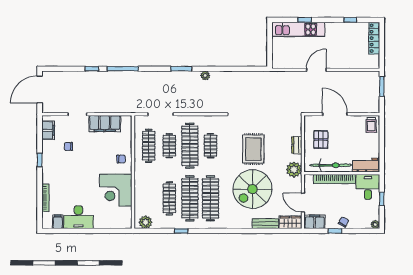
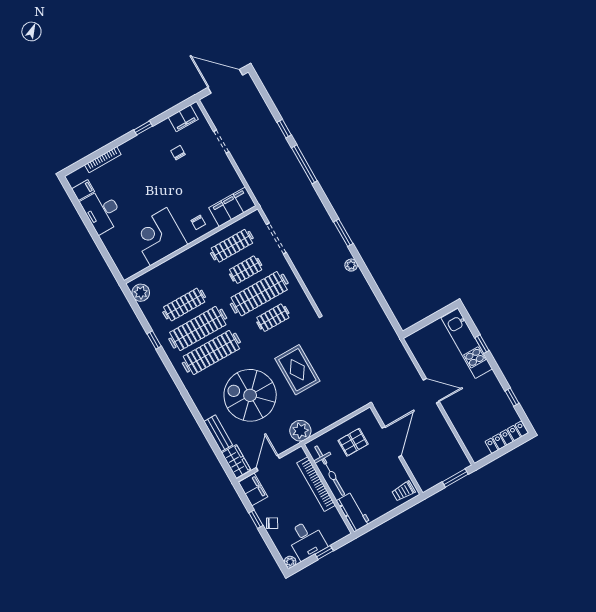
filing cabinet: (105, 124) -> (232, 207), moved, turned 90
dresser: (297, 145) -> (331, 418), removed
rug: (253, 149) -> (297, 370), turned 90
desk: (368, 187) -> (306, 540), moved, turned 90

